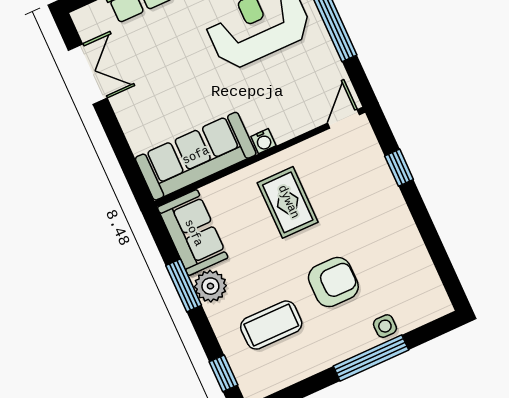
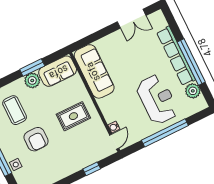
door: (344, 119) -> (114, 142), hinge flipped
water cooler: (263, 141) -> (114, 127), moved

